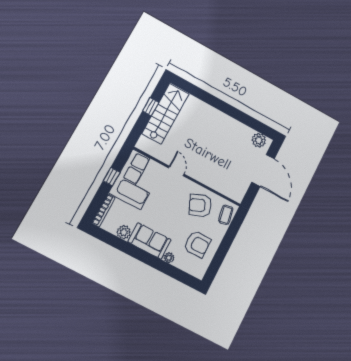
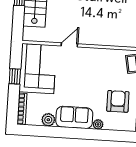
door: (176, 171) -> (69, 45), hinge flipped
armchair: (200, 205) -> (105, 66), removed
armchair: (197, 244) -> (118, 101), turned -90

